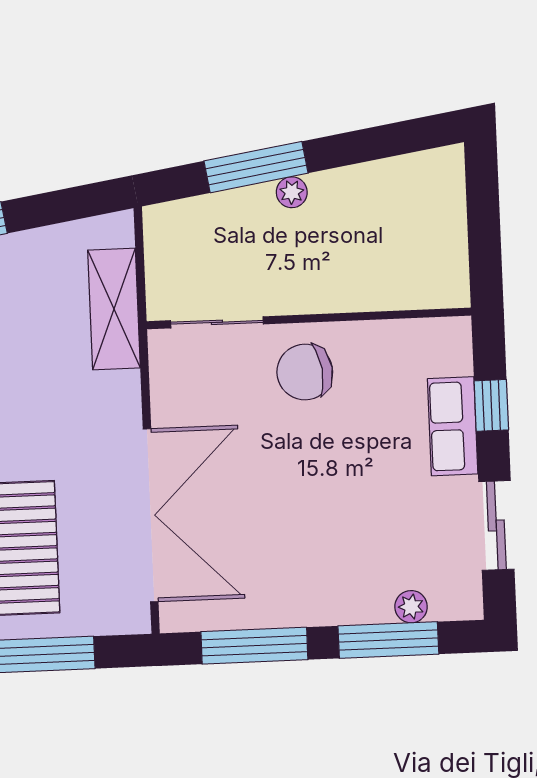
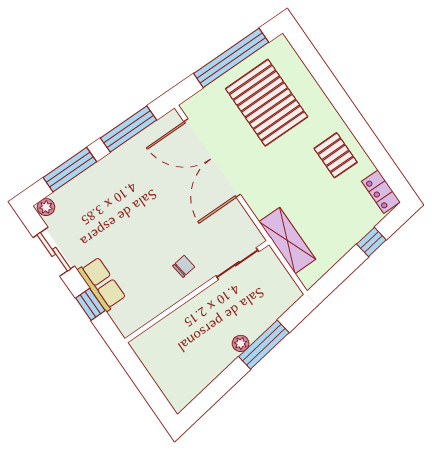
chair: (305, 372) -> (184, 266), width x0.54, depth x0.54
plant: (411, 607) -> (46, 207), moved

